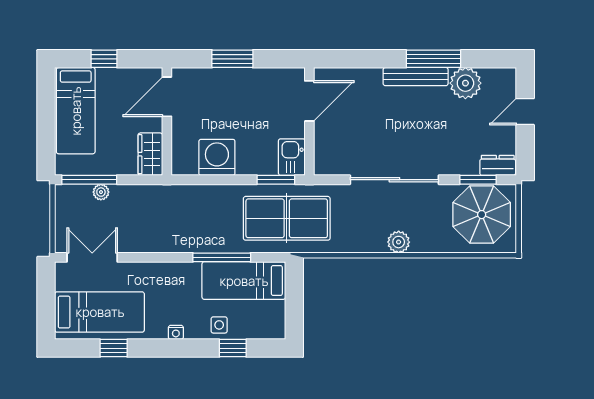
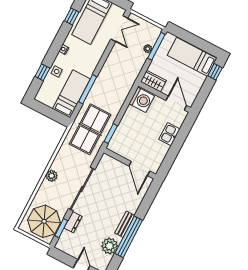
window: (104, 59) -> (215, 72), moved
window: (232, 59) -> (178, 143), removed
window: (433, 59) -> (129, 237), width x1.46
bench: (416, 77) -> (125, 224), width x0.73
washing machine: (217, 157) -> (142, 100), moved
kitchen sink: (292, 157) -> (169, 134), moved, turned -90
dresser: (498, 165) -> (73, 222), moved

